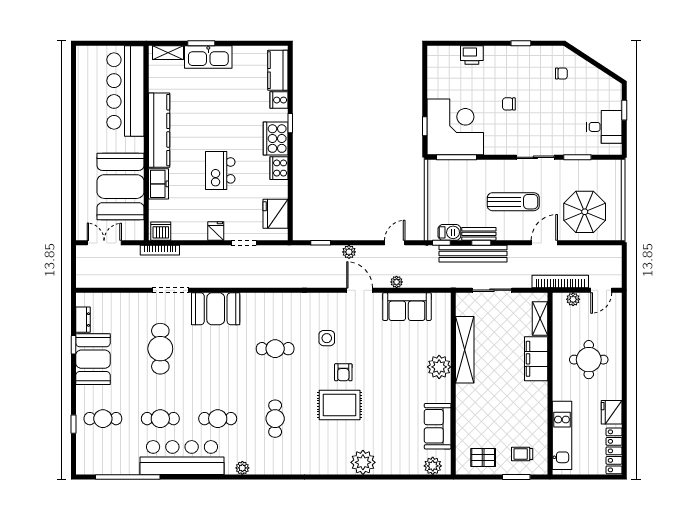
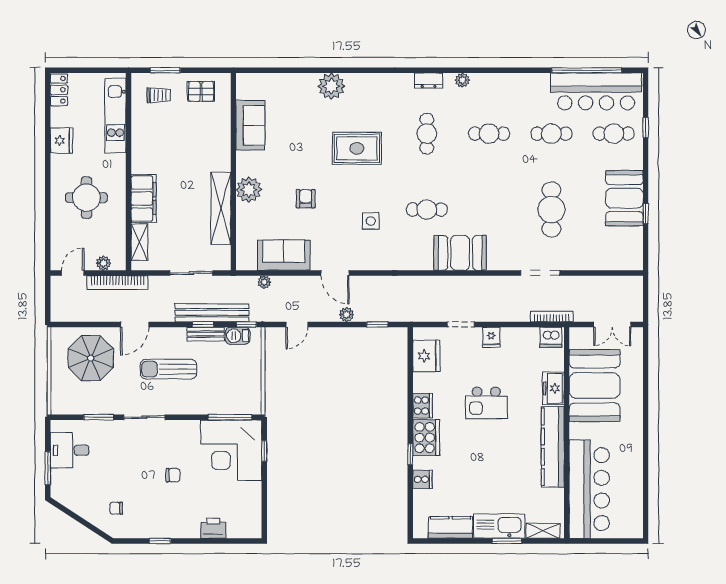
kitchen counter: (278, 70) -> (450, 527), moved, turned -90
window: (624, 110) -> (48, 468), width x1.50
kitchen island: (220, 170) -> (486, 403), turned 90
plant: (397, 282) -> (264, 282), moved
booth: (216, 309) -> (460, 253), moved
dresser: (83, 320) -> (429, 81), moved, turned -90
armchair: (343, 372) -> (306, 199), moved
locker: (614, 451) -> (59, 90), width x0.66
bar counter: (182, 458) -> (596, 91), moved
plant: (433, 466) -> (256, 82), removed

